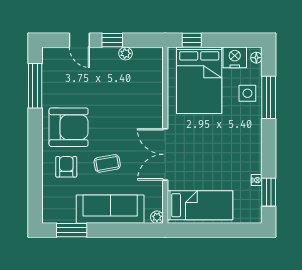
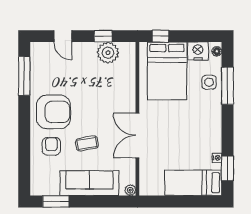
window: (112, 40) -> (103, 36), moved
plant: (125, 53) -> (108, 53), width x1.87, depth x1.87
bed: (200, 205) -> (193, 183), moved, turned 180

